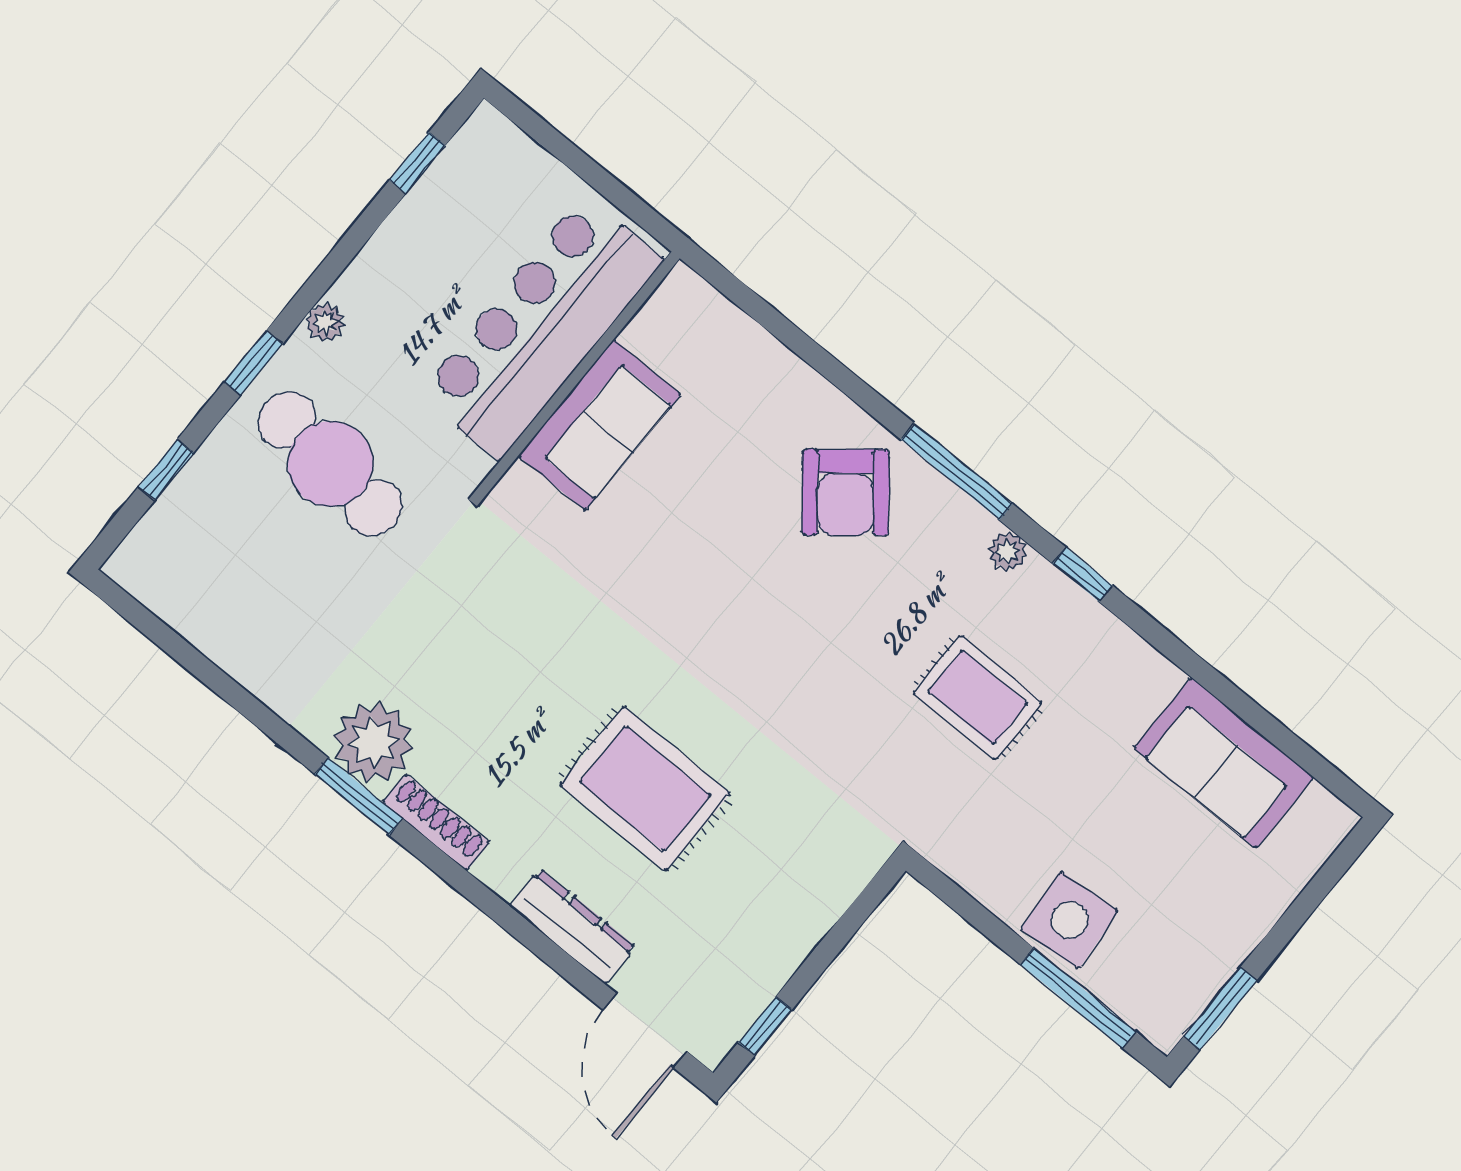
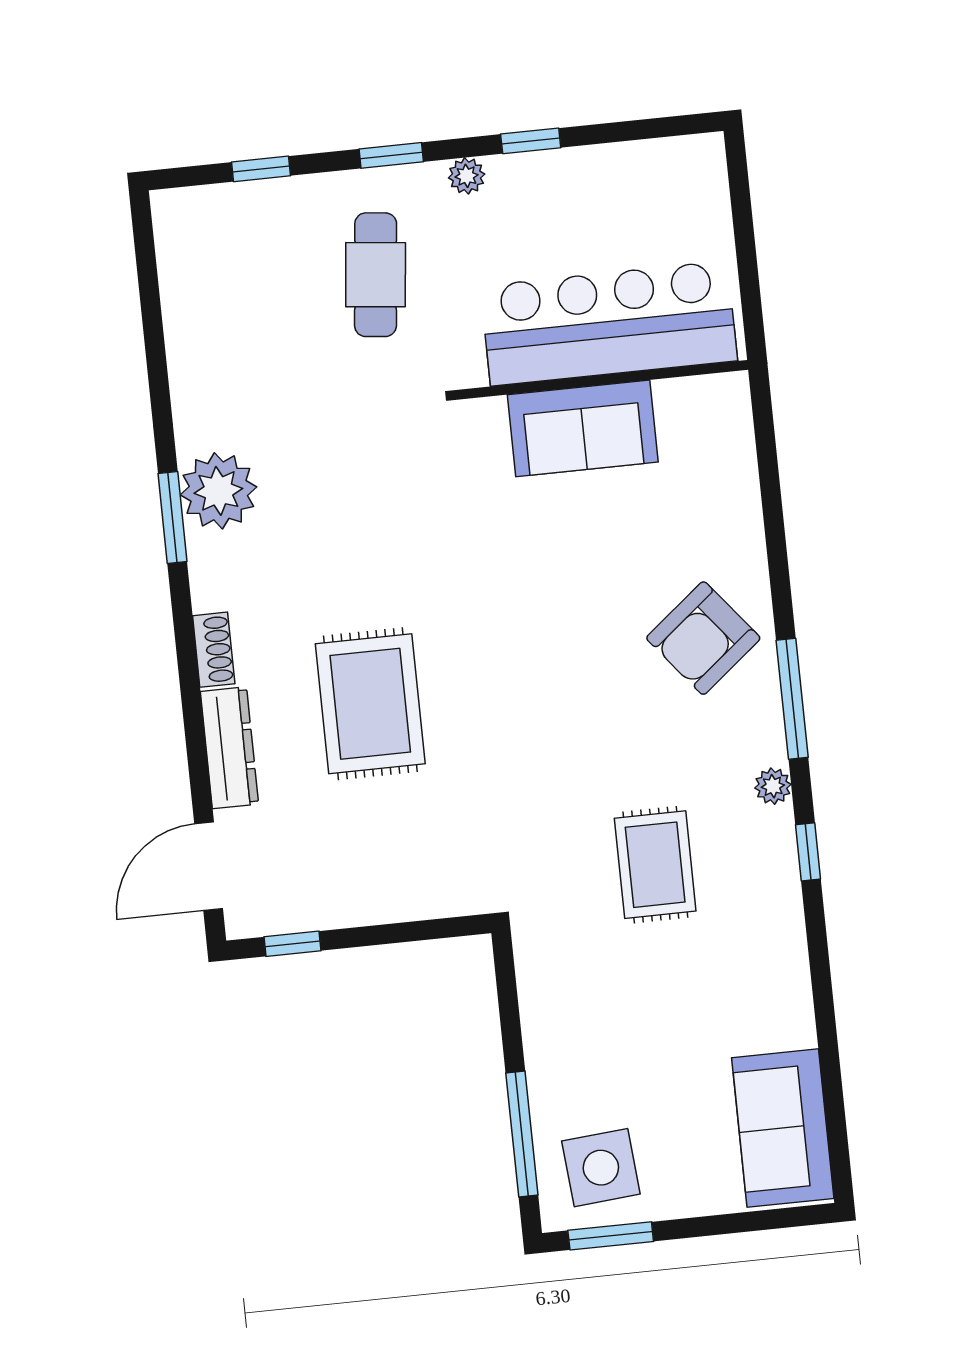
window: (417, 163) -> (531, 141), moved
cafe table: (330, 464) -> (376, 275), width x0.73, depth x0.74
sofa: (1224, 763) -> (783, 1128), moved
shoe rack: (436, 822) -> (214, 650), moved, width x0.70
side table: (1069, 920) -> (601, 1168), moved

